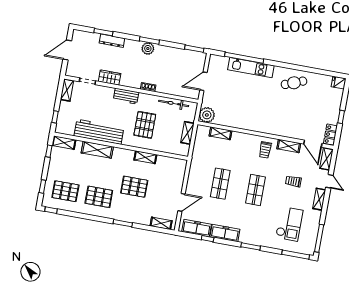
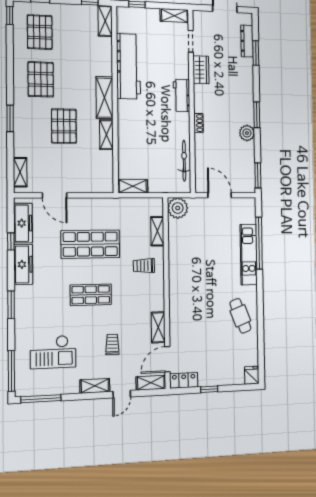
dresser: (112, 41) -> (247, 41), moved
plant: (148, 49) -> (247, 133), moved
pallet: (145, 125) -> (149, 127), removed
shelving: (187, 133) -> (133, 186), moved
shelving: (97, 150) -> (104, 98), moved
trolley: (265, 150) -> (144, 266), moved
shop shelf: (220, 184) -> (90, 244), width x1.43, depth x1.36

